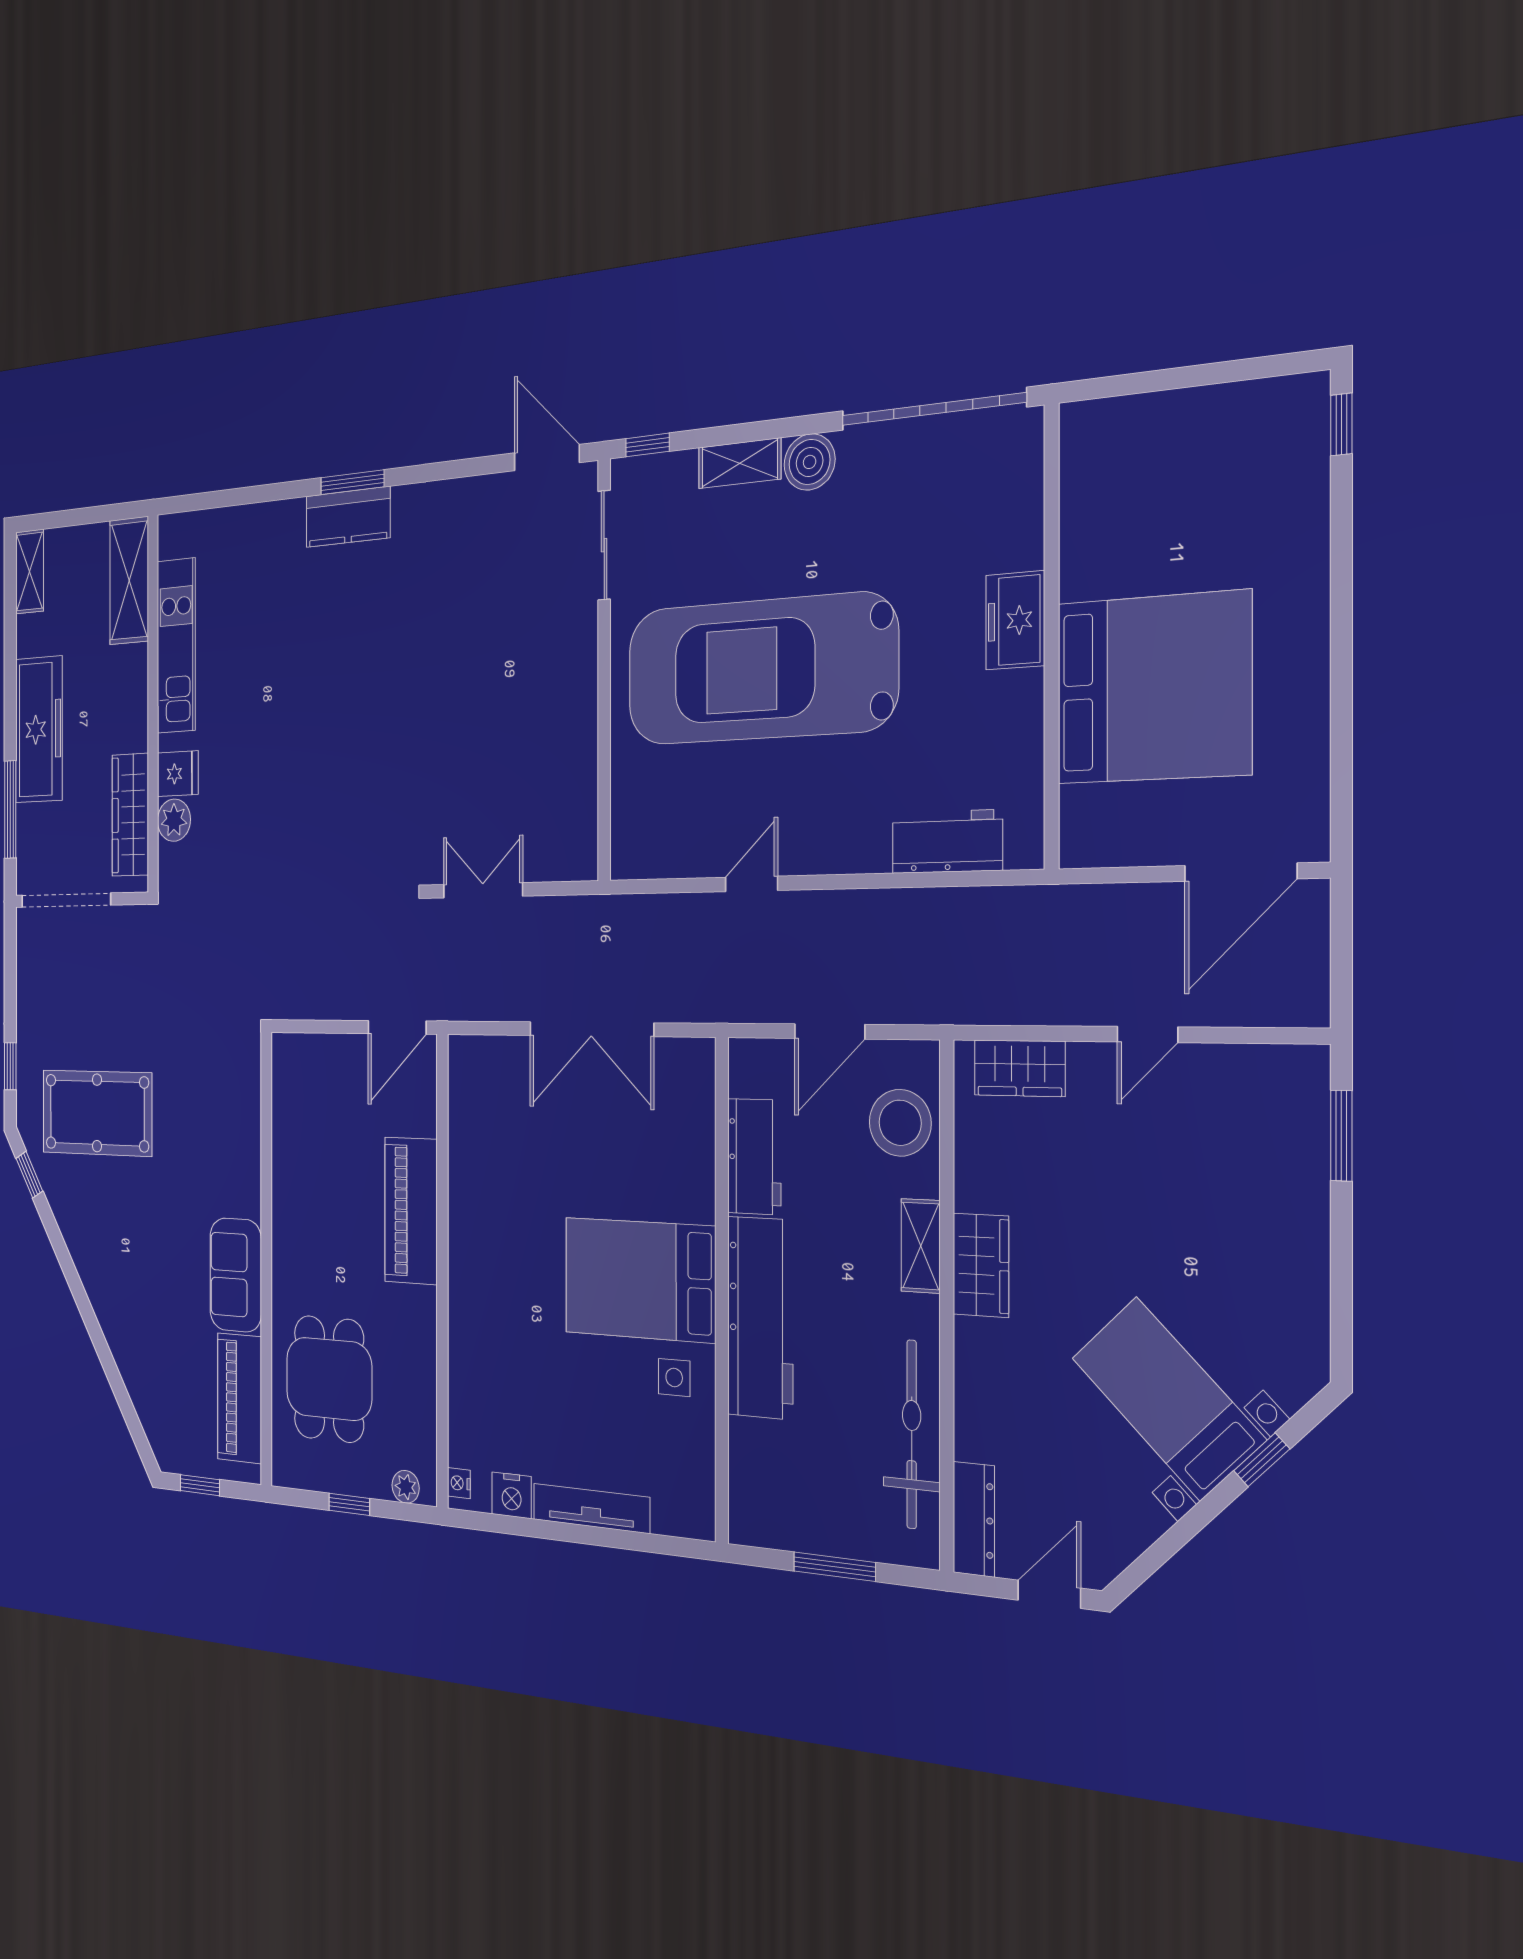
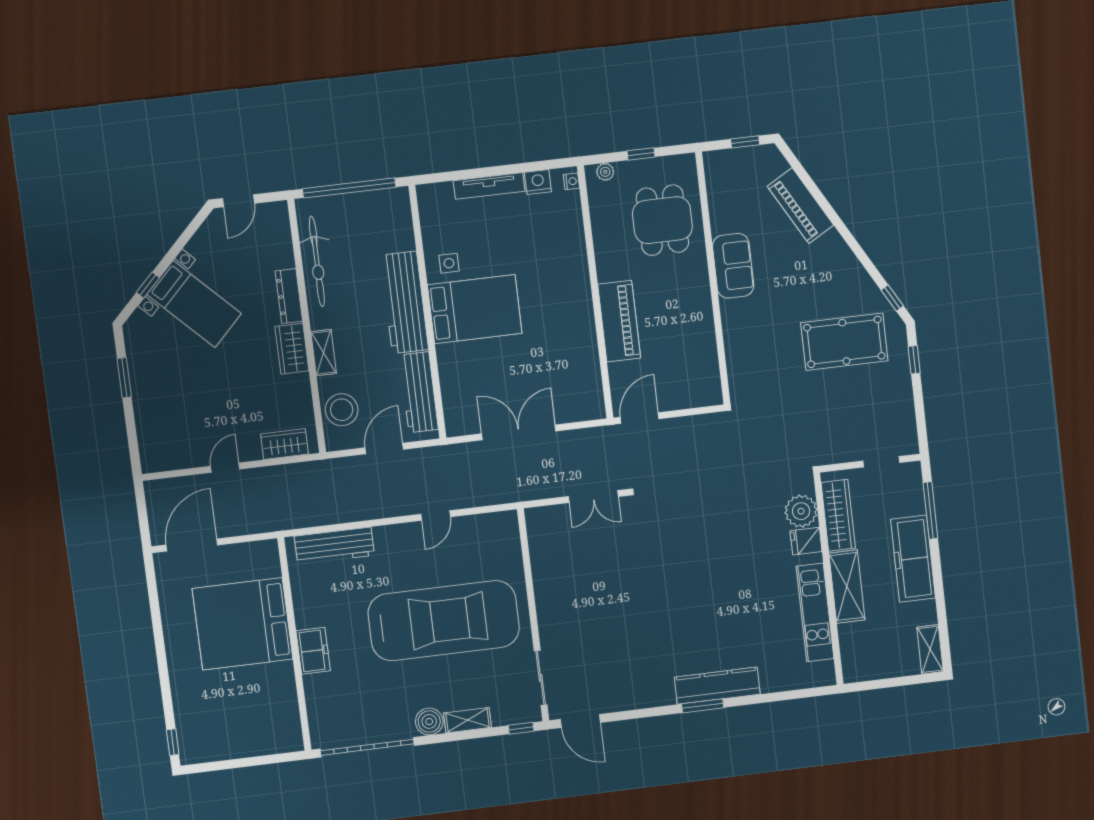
kitchen counter: (348, 517) -> (717, 686), width x1.50
shelving: (129, 581) -> (847, 586), moved
plant: (174, 820) -> (801, 511), width x1.36, depth x1.36
workbench: (947, 842) -> (334, 546), width x1.38
doorway: (66, 900) -> (881, 462), width x0.53
window: (1341, 1136) -> (124, 378), moved
workbench: (754, 1157) -> (419, 392), width x1.38
piano: (240, 1398) -> (801, 206), moved, turned 150
dresser: (974, 1519) -> (289, 296), moved
window: (834, 1567) -> (349, 188), width x2.11

